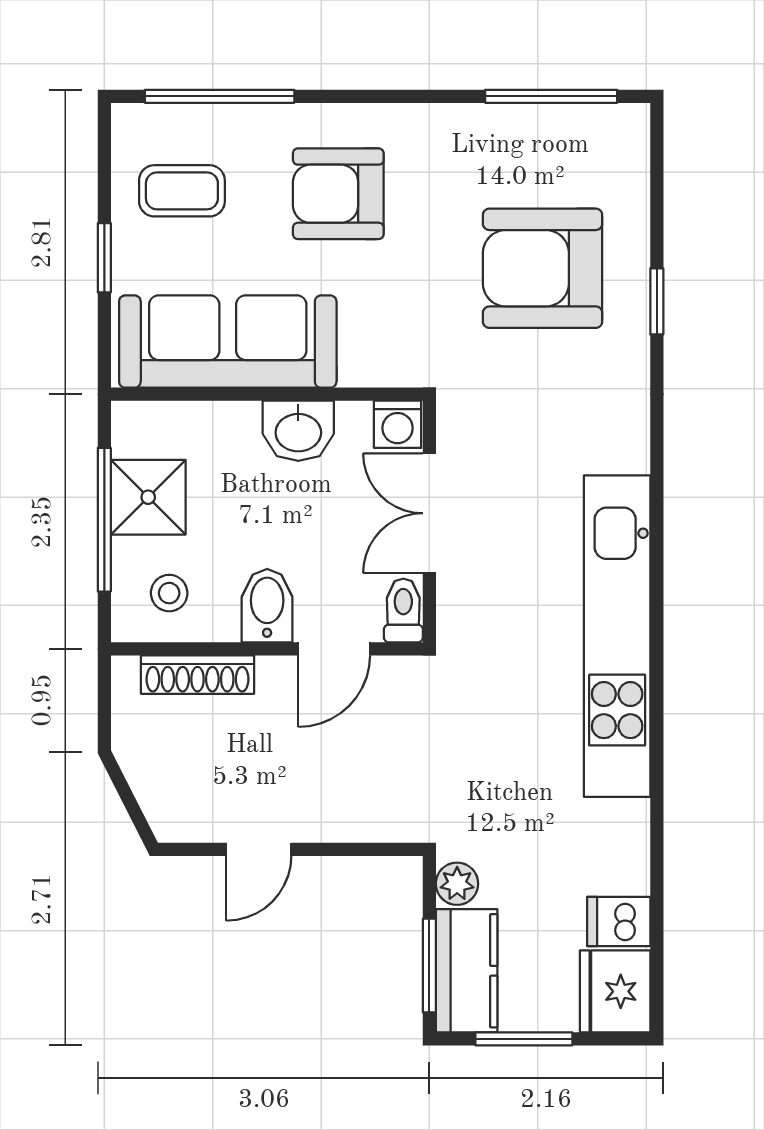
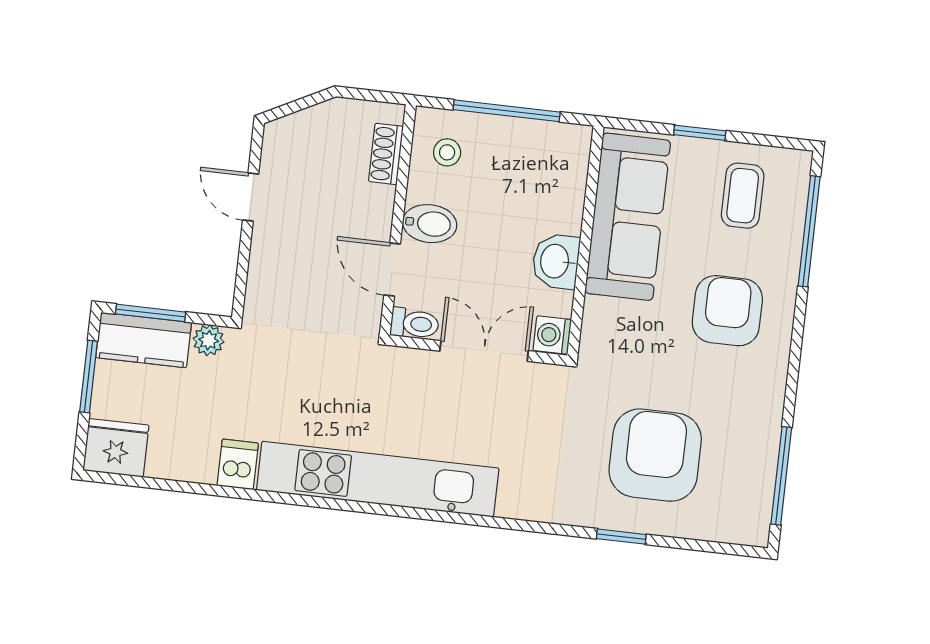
shower: (148, 497) -> (520, 145), removed
shoe rack: (198, 675) -> (386, 154), width x0.70
dishwasher: (619, 922) -> (238, 464), moved

